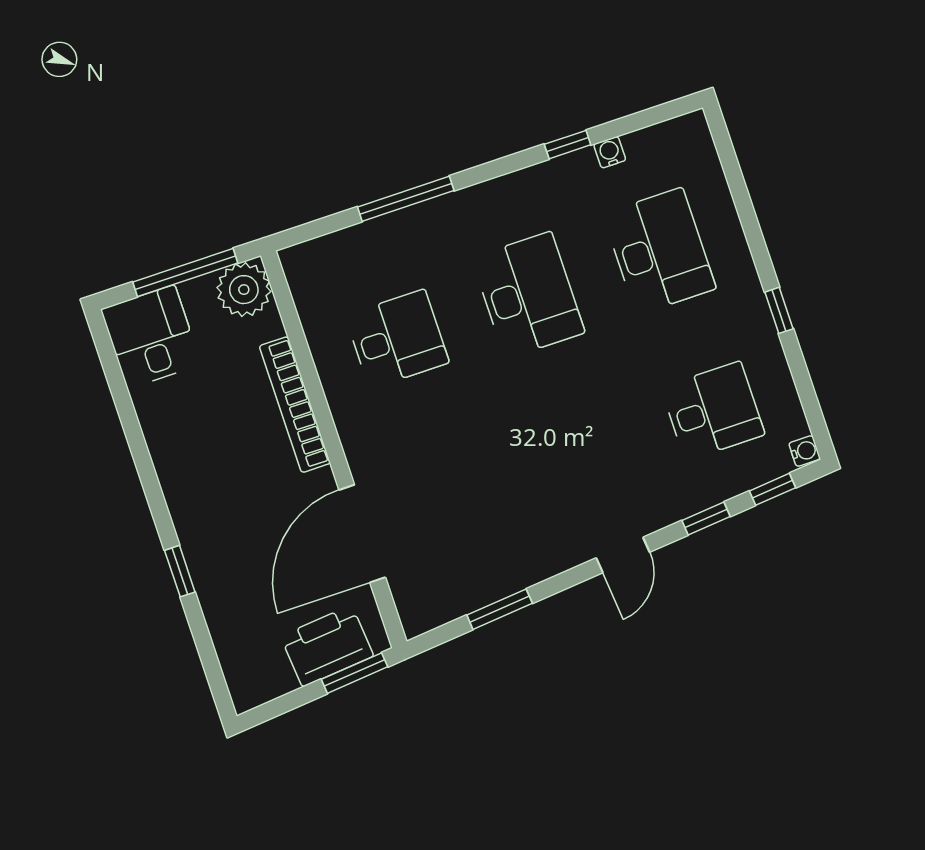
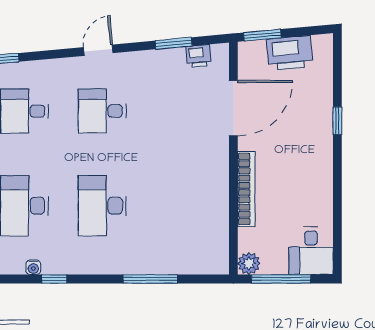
plant: (244, 290) -> (249, 263), width x0.73, depth x0.73
desk: (397, 339) -> (102, 111), moved
window: (706, 519) -> (47, 55), removed
printer: (450, 602) -> (199, 56), added
printer: (327, 646) -> (290, 53), moved

